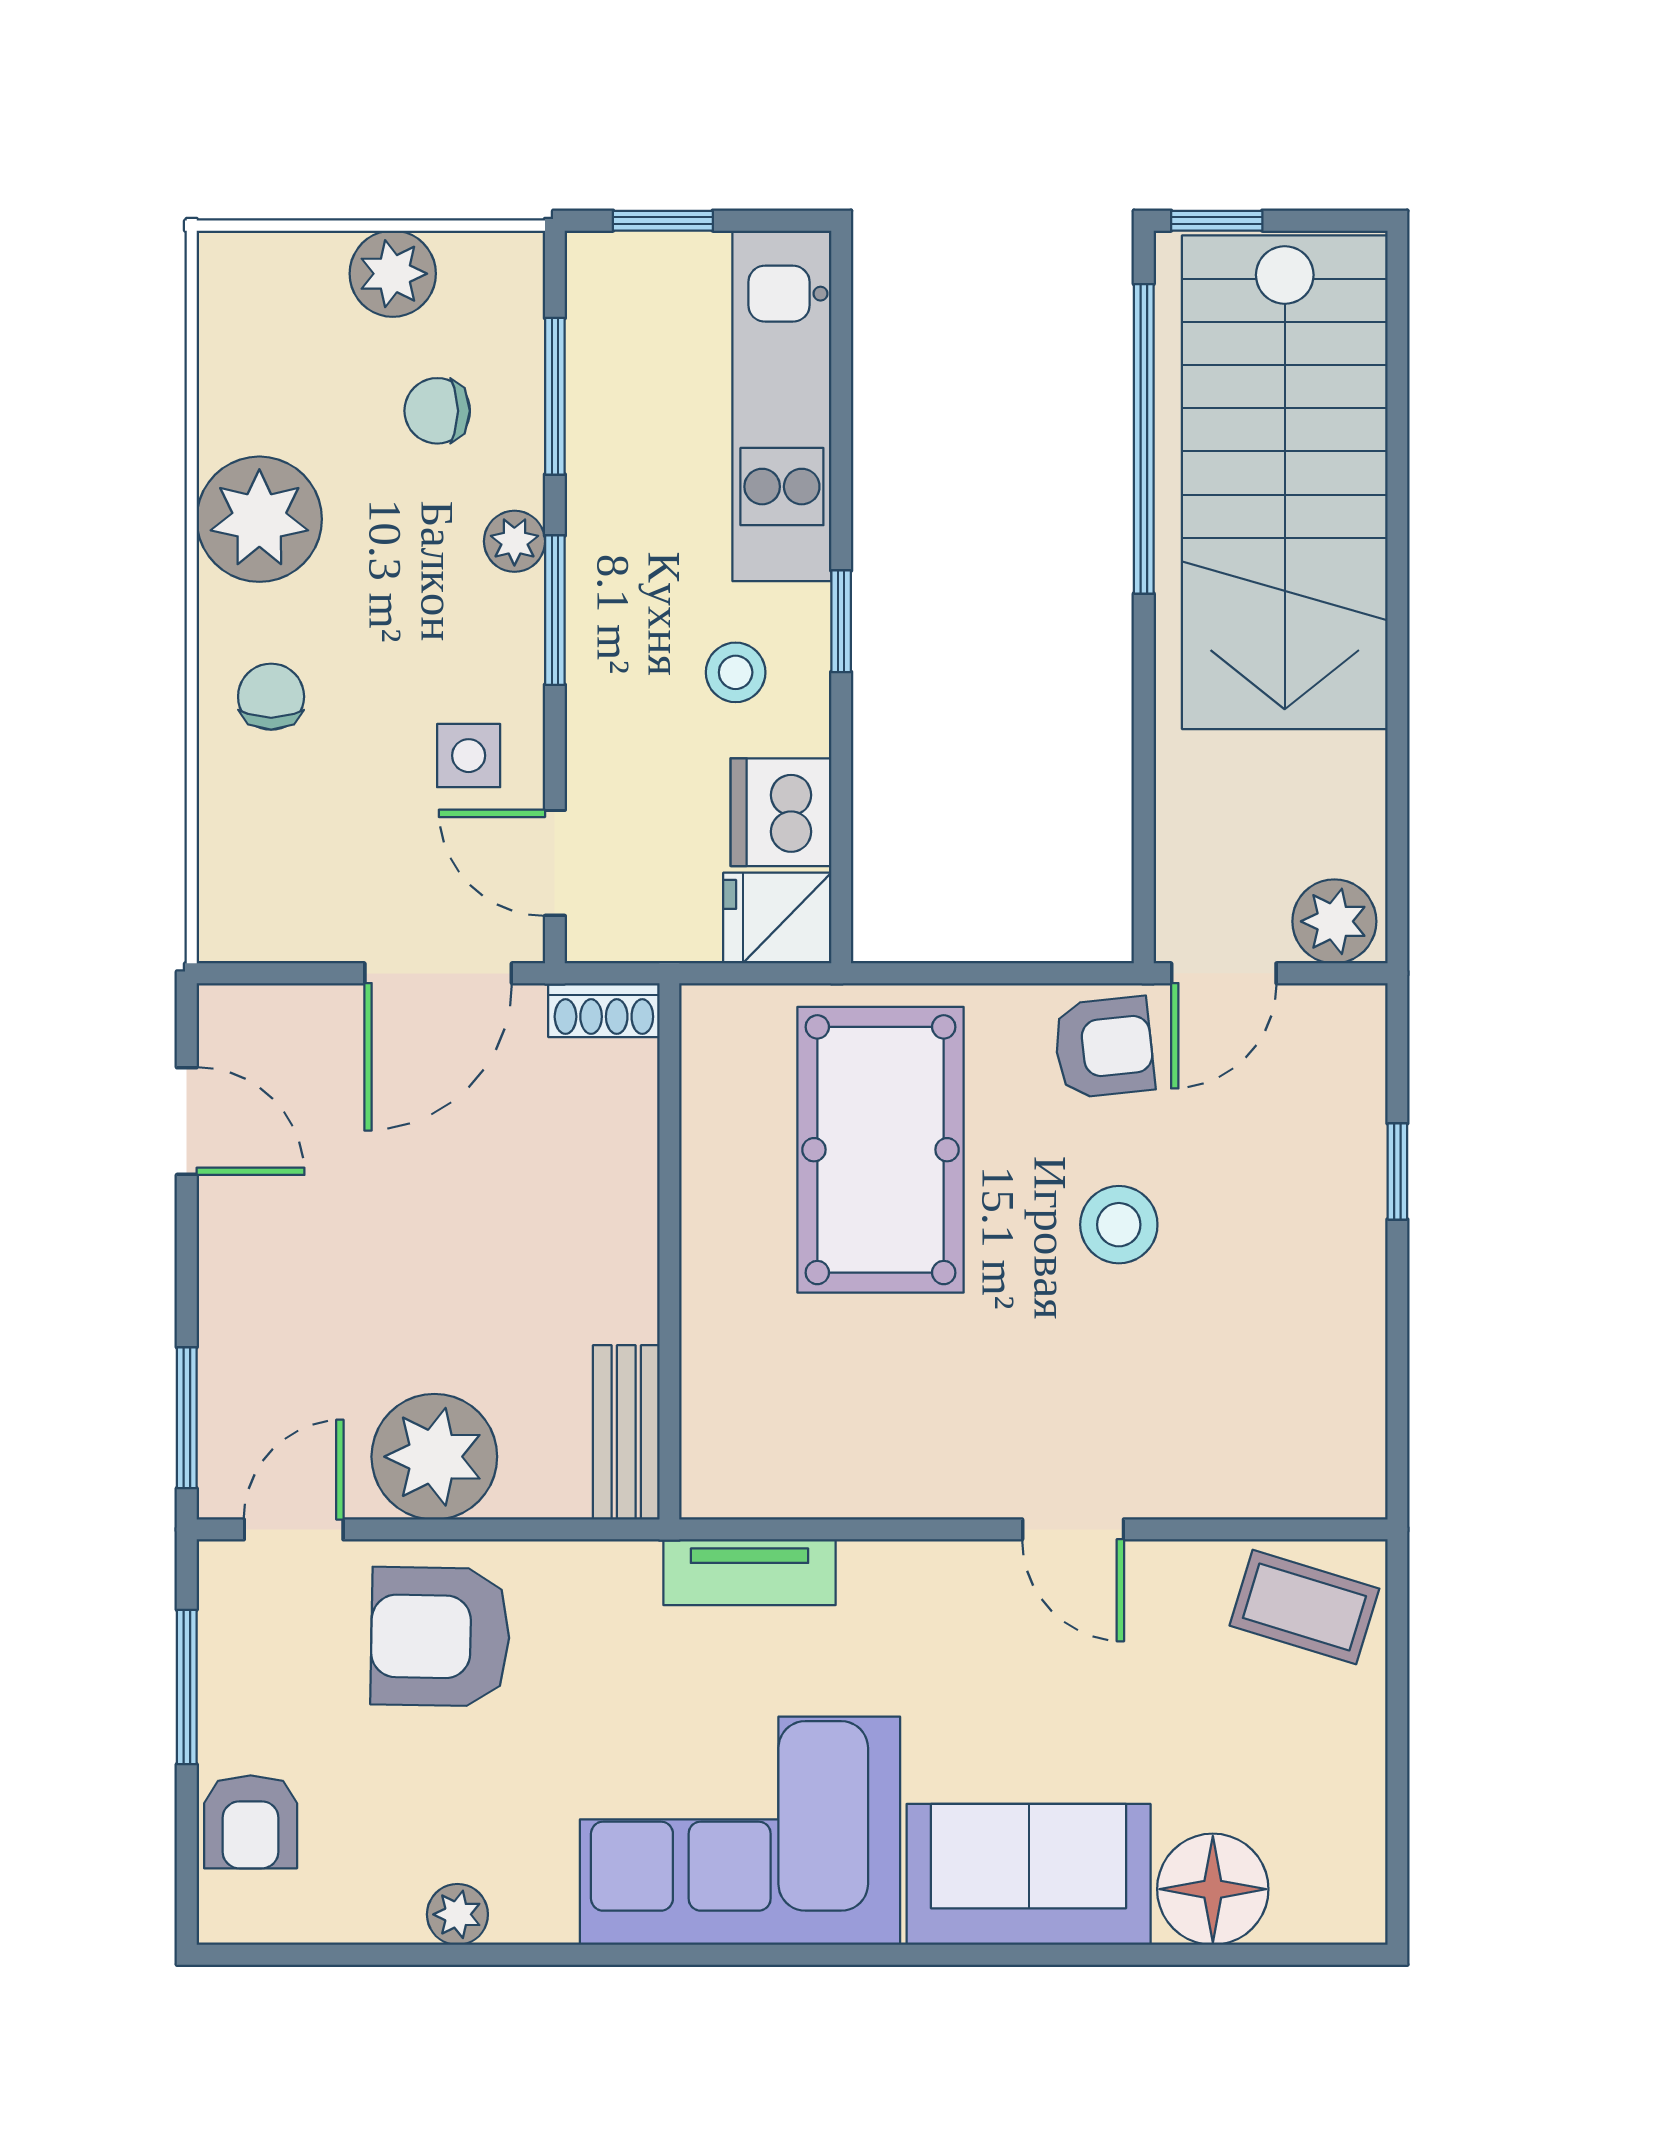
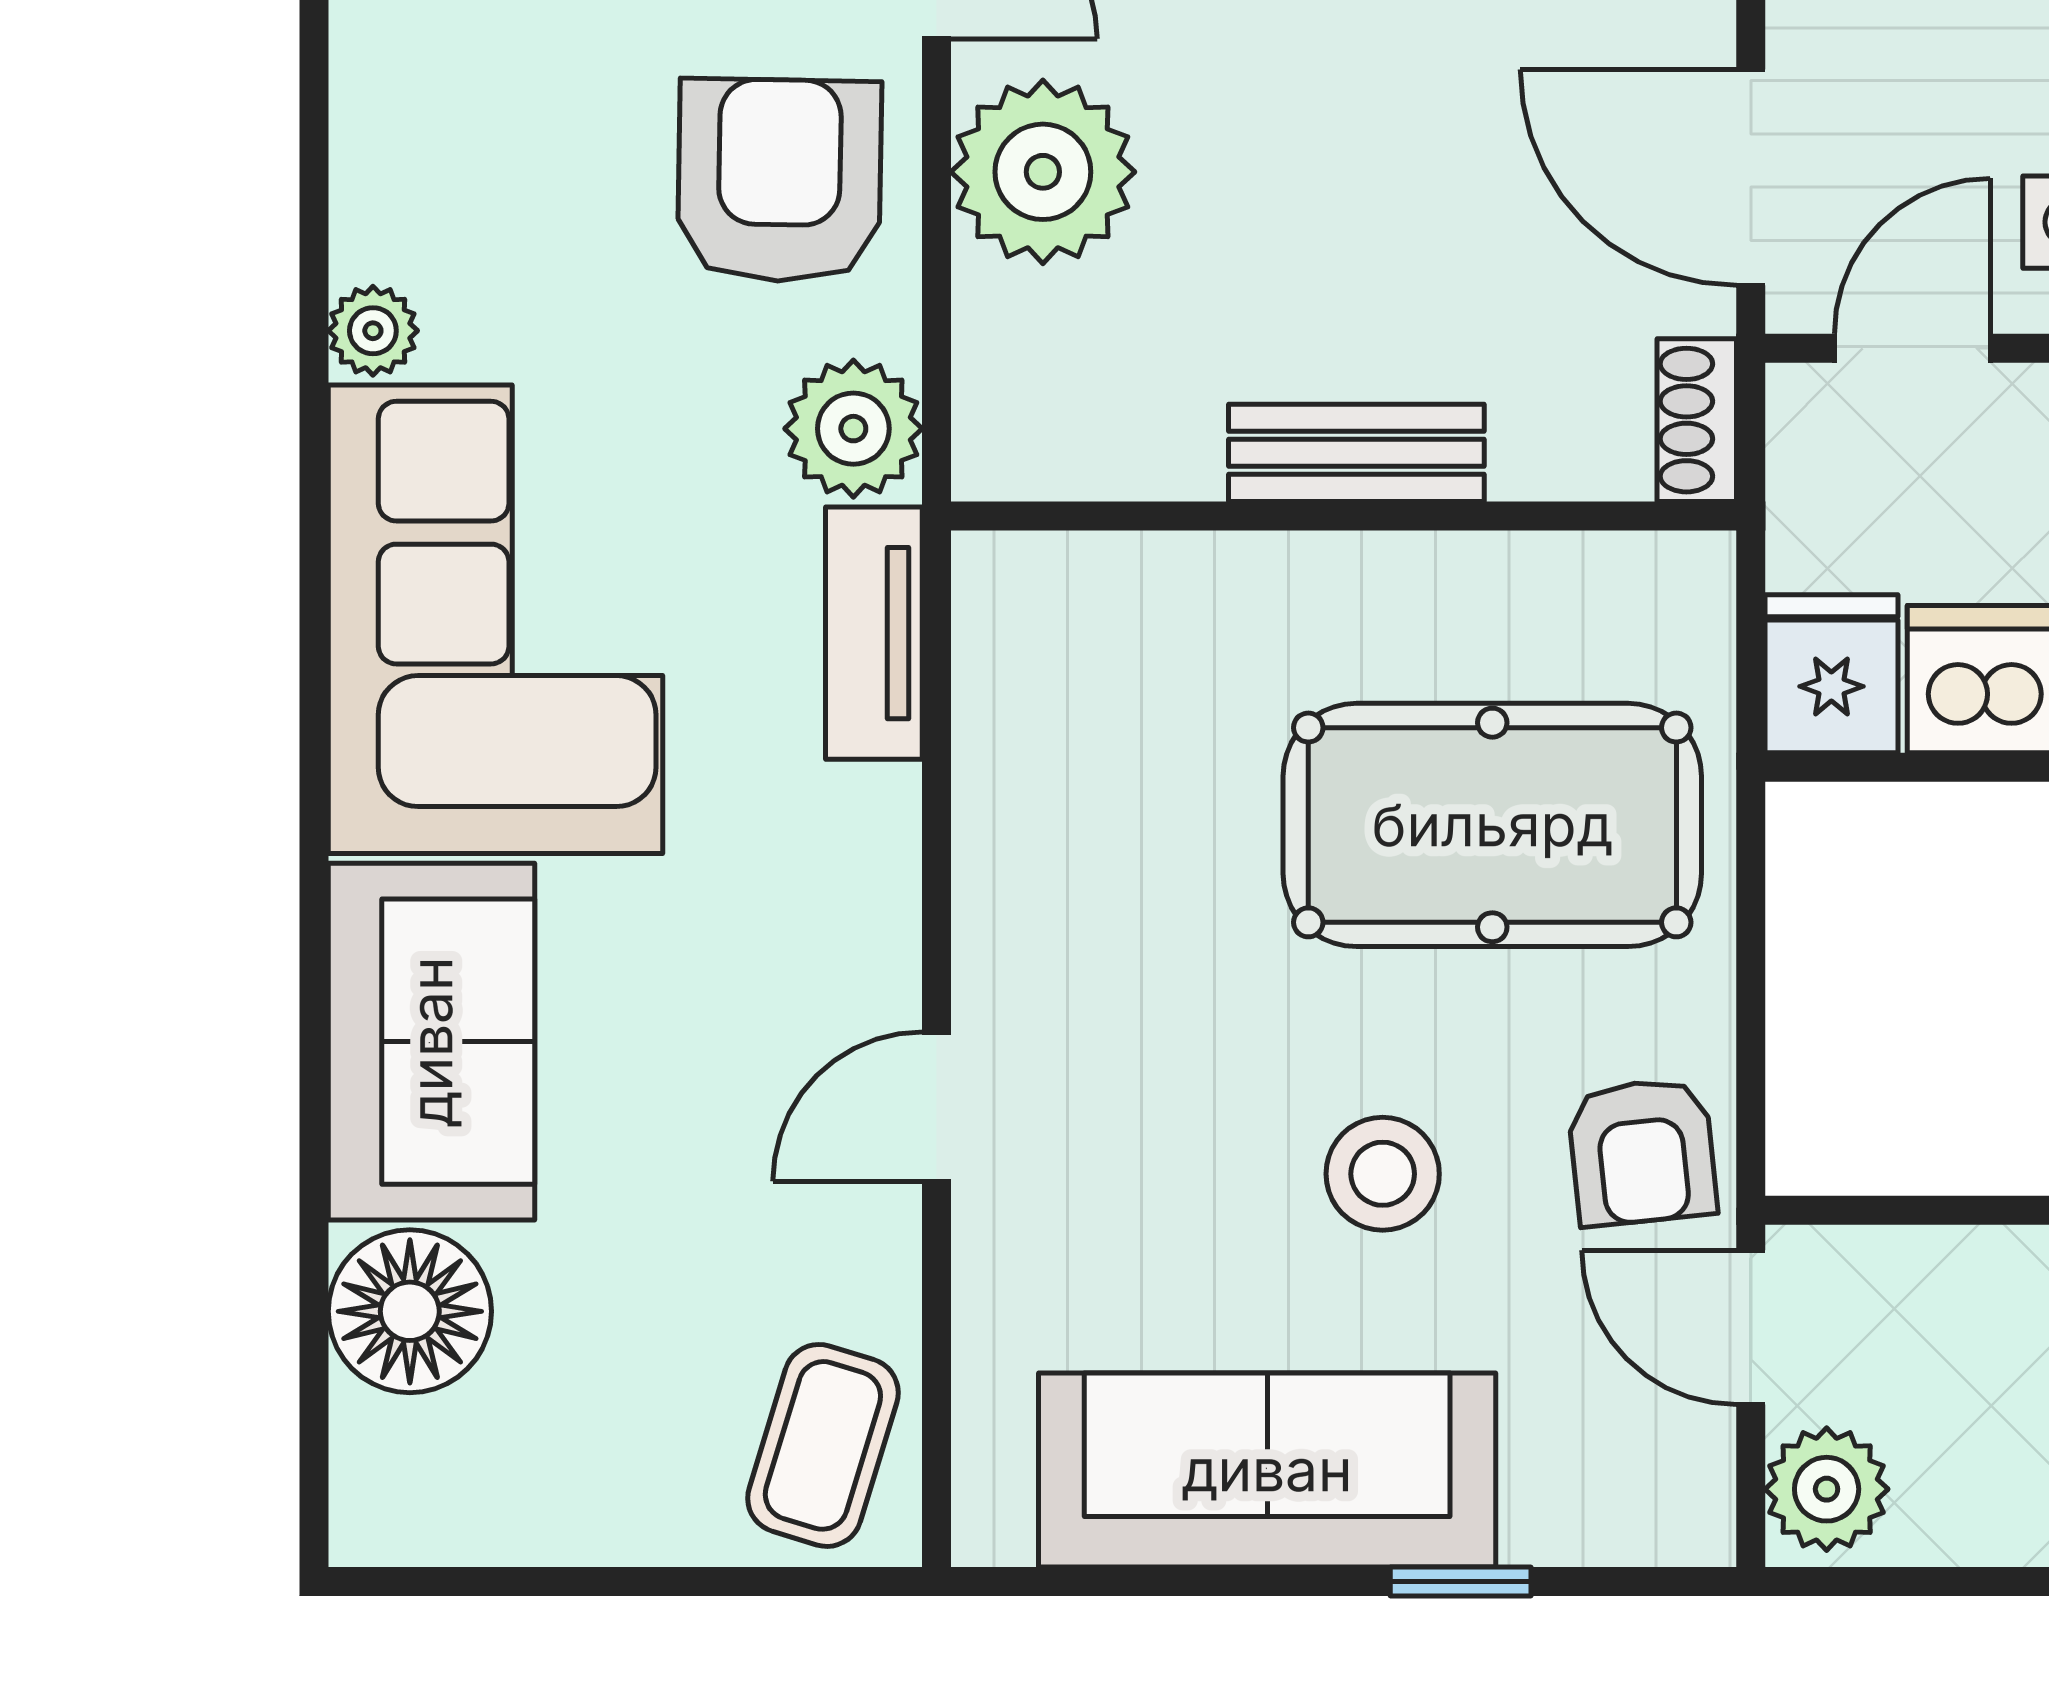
sofa: (1321, 1304) -> (1267, 1470), added
bench: (626, 1432) -> (1356, 453), moved
plant: (610, 1586) -> (853, 429), added
plant: (457, 1914) -> (373, 331), moved

